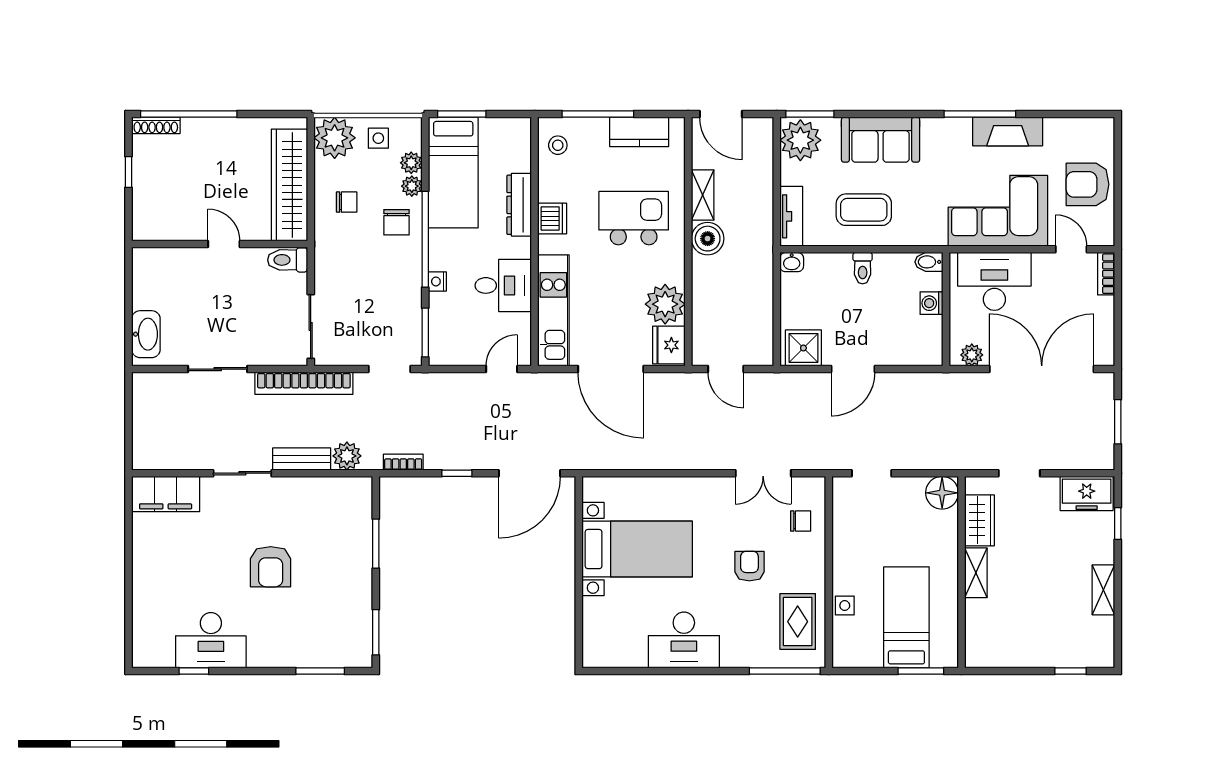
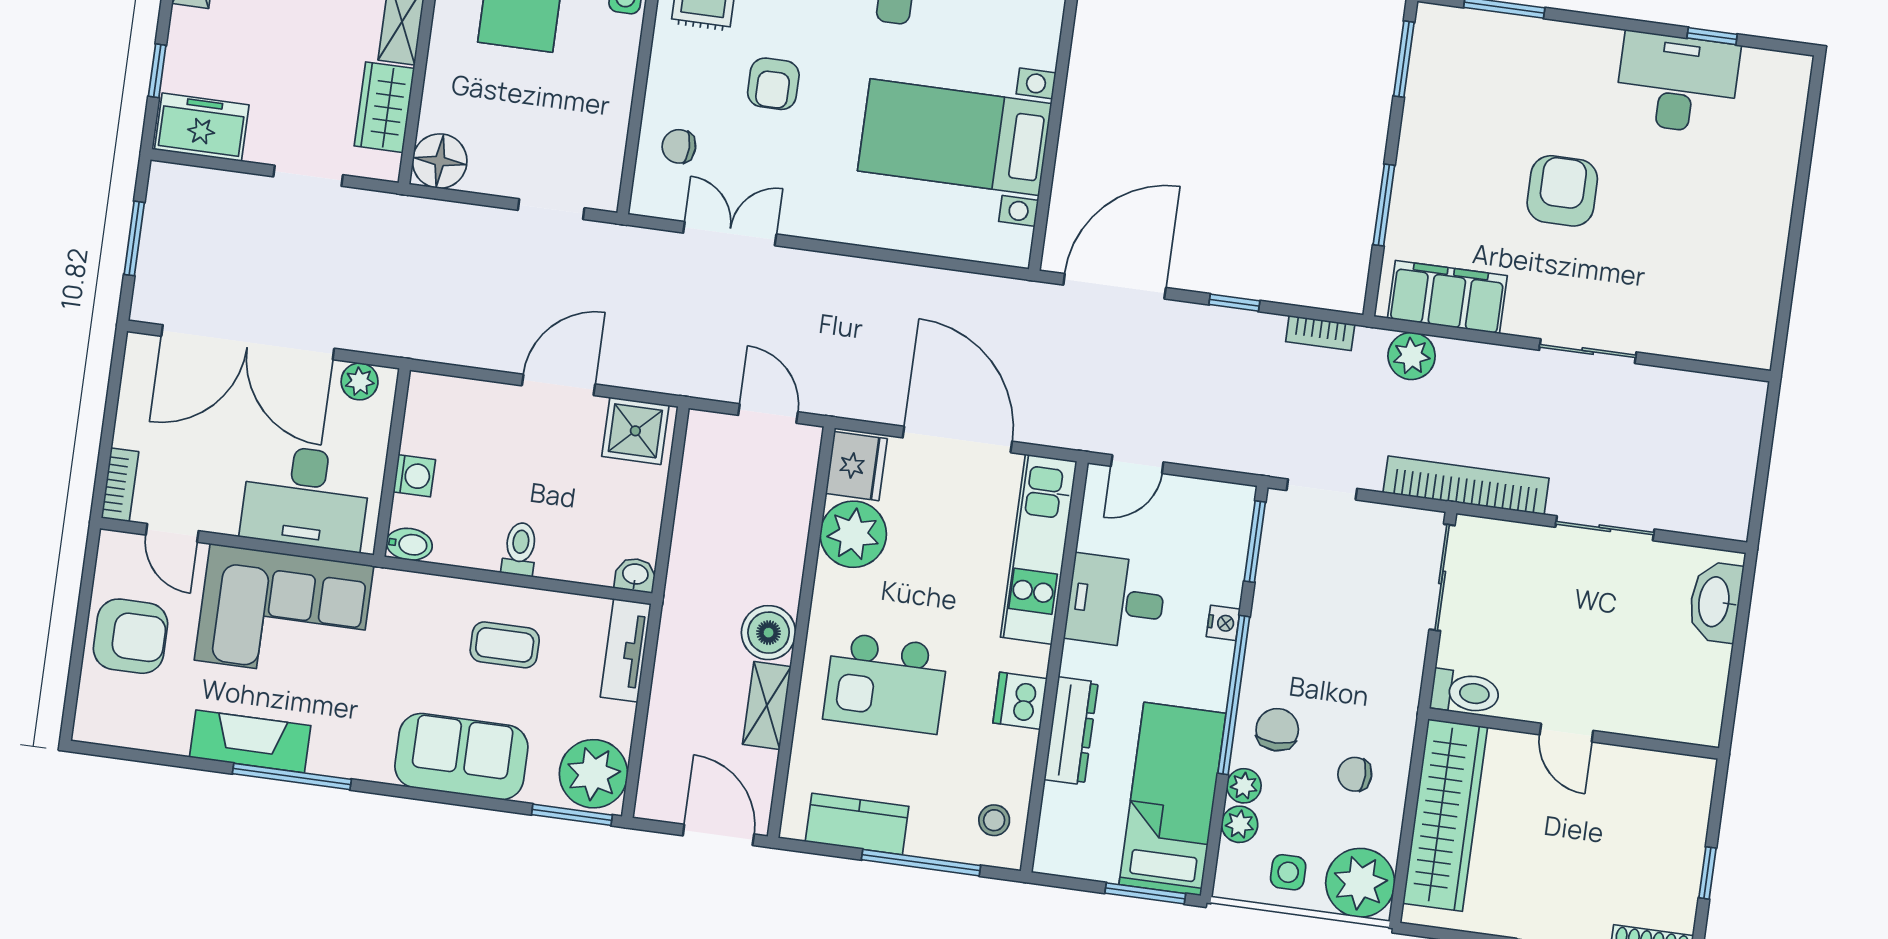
coffee table: (864, 210) -> (505, 645), width x0.73, depth x0.77
bench: (302, 459) -> (1487, 361), removed
filing cabinet: (166, 494) -> (1447, 297), moved

